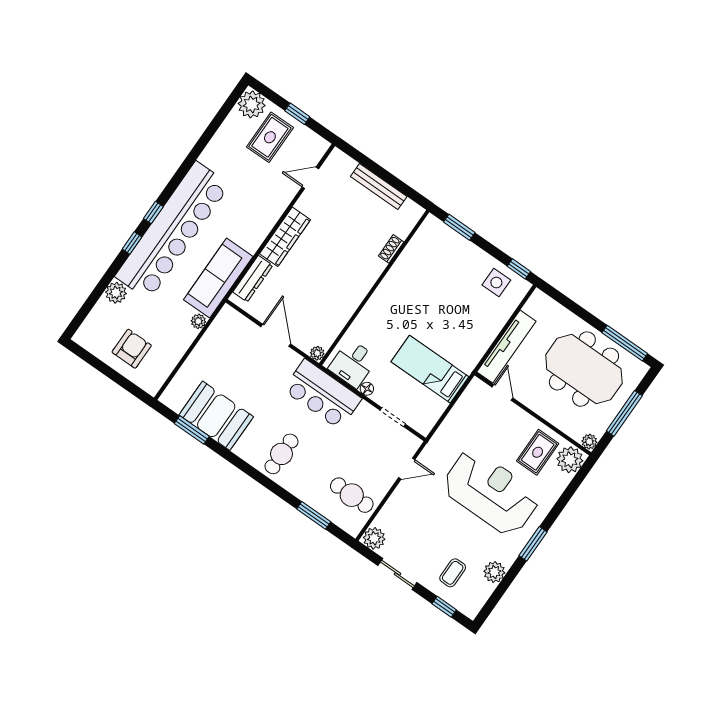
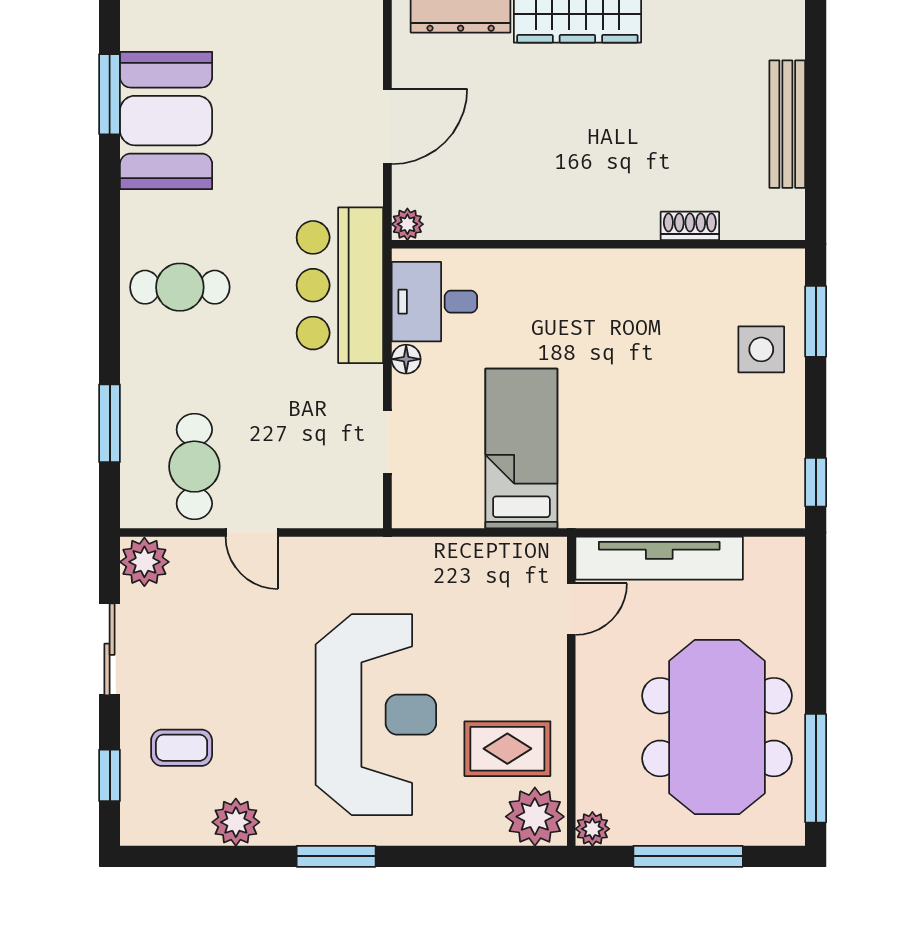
side table: (496, 283) -> (761, 349), moved
door: (407, 469) -> (252, 532), moved

